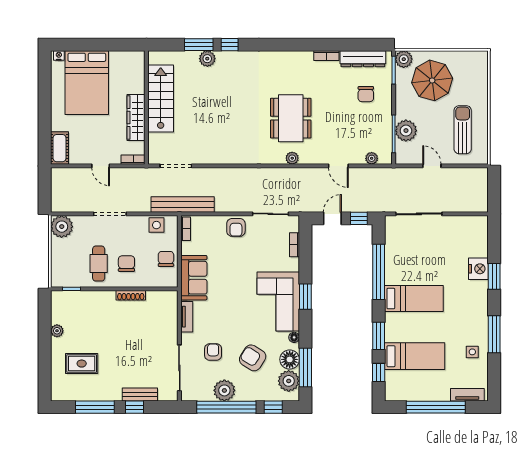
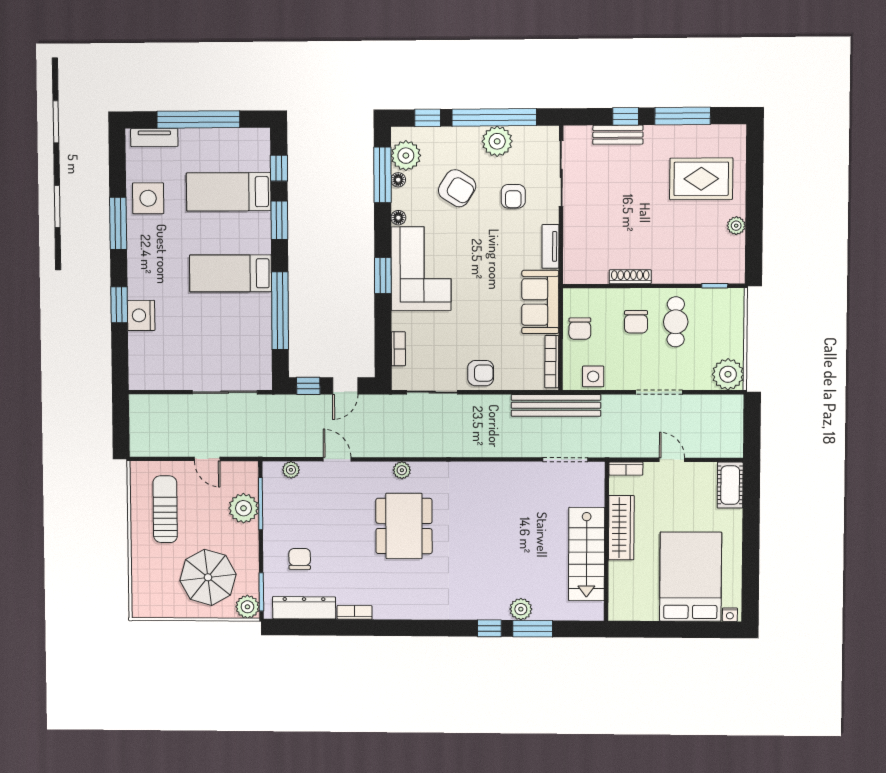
sun lounger: (463, 130) -> (165, 509), turned 180
armchair: (236, 227) -> (481, 373), turned 90
bookcase: (186, 229) -> (552, 362), width x1.56
side table: (472, 352) -> (148, 198), width x1.87, depth x1.87
floor lamp: (290, 359) -> (398, 180), width x0.53, depth x0.53
rug: (82, 364) -> (701, 179), width x1.36, depth x1.43

